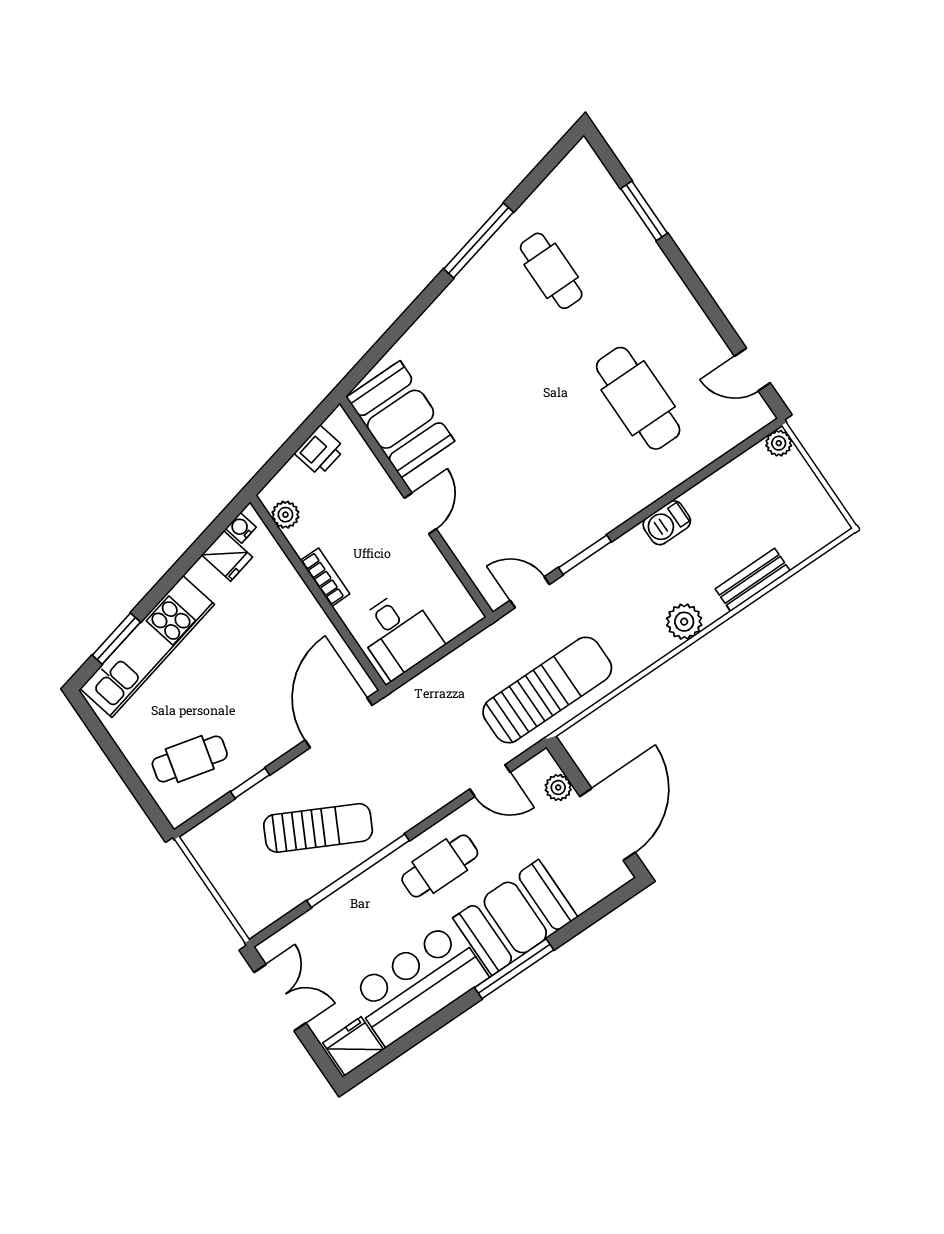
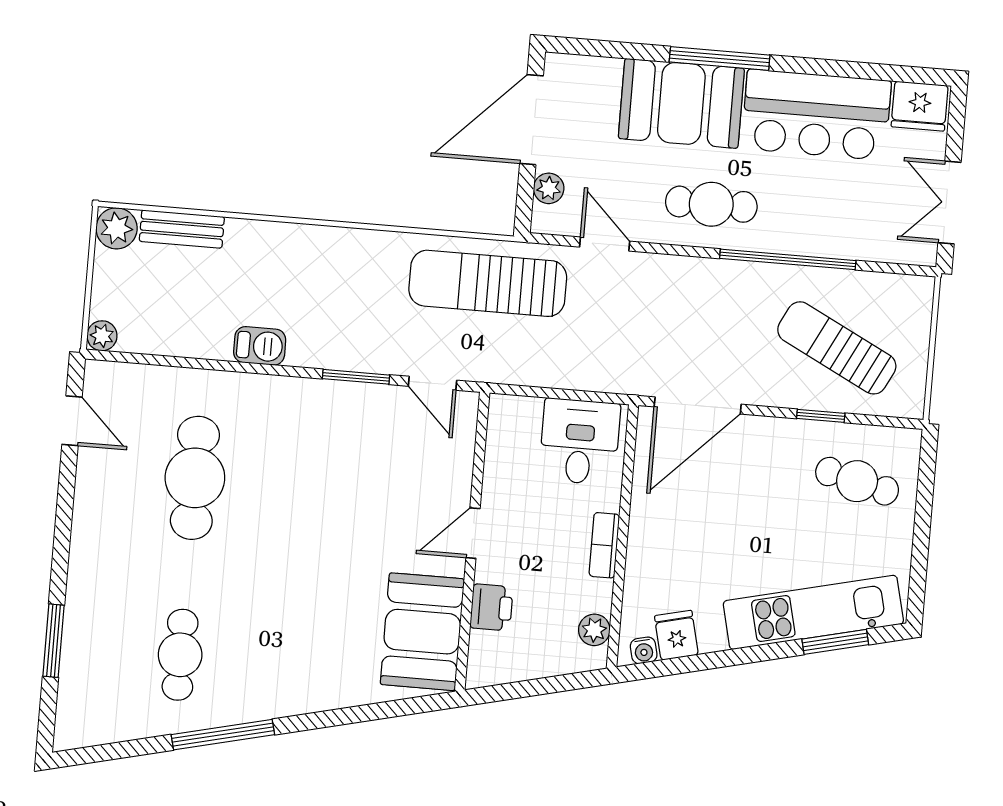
printer: (320, 451) -> (492, 607), moved, turned 103
bench: (753, 580) -> (182, 229), moved
plant: (684, 622) -> (117, 228), moved
sun lounger: (318, 828) -> (837, 348), moved

